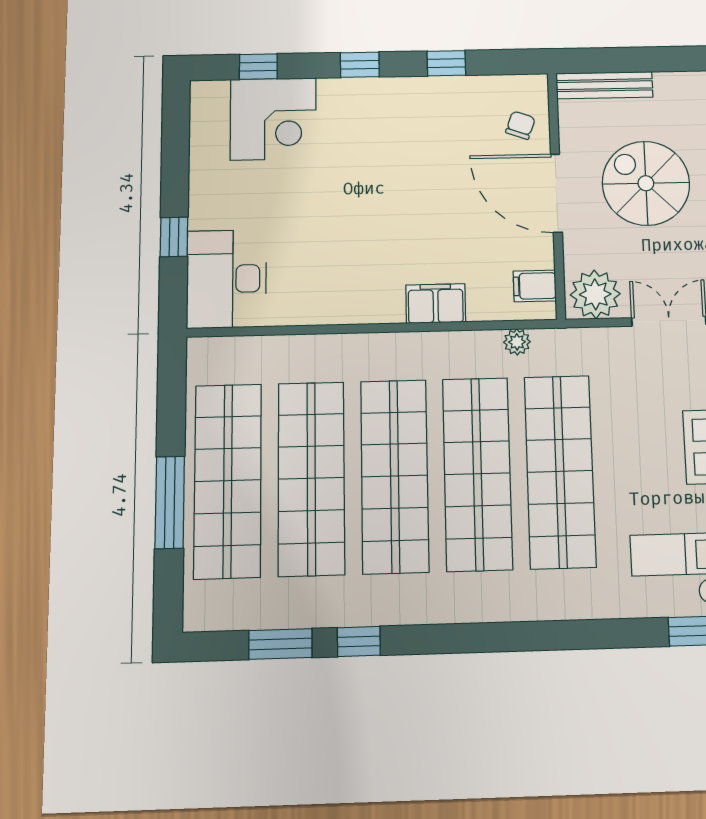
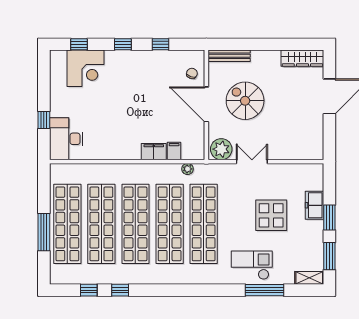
filing cabinet: (535, 286) -> (174, 151), moved, turned 90
window: (280, 644) -> (89, 290), width x0.67

